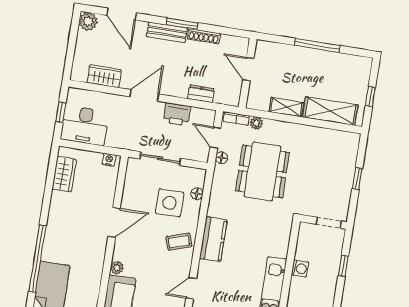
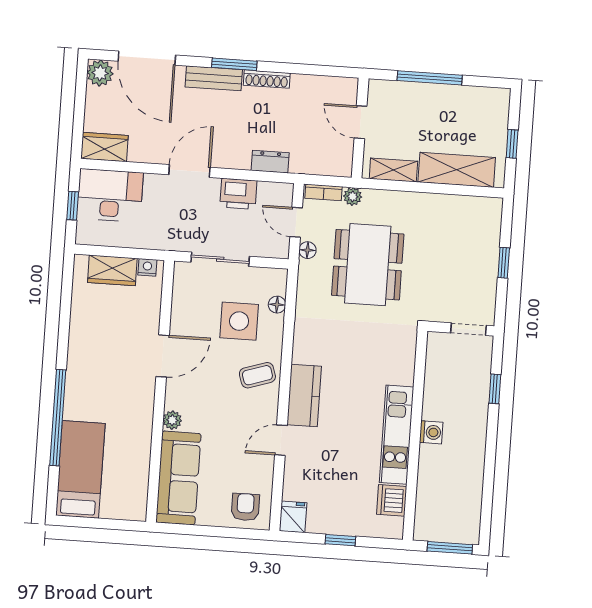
door: (122, 14) -> (147, 58), width x1.36
door: (248, 69) -> (361, 122), moved
wall: (248, 73) -> (360, 128), moved
wardrobe: (104, 76) -> (104, 147), moved
desk: (85, 125) -> (110, 195), moved, turned 180
wardrobe: (64, 174) -> (112, 270), moved, turned 90
kitchen counter: (213, 239) -> (304, 395), moved
washing machine: (300, 269) -> (431, 432), moved

